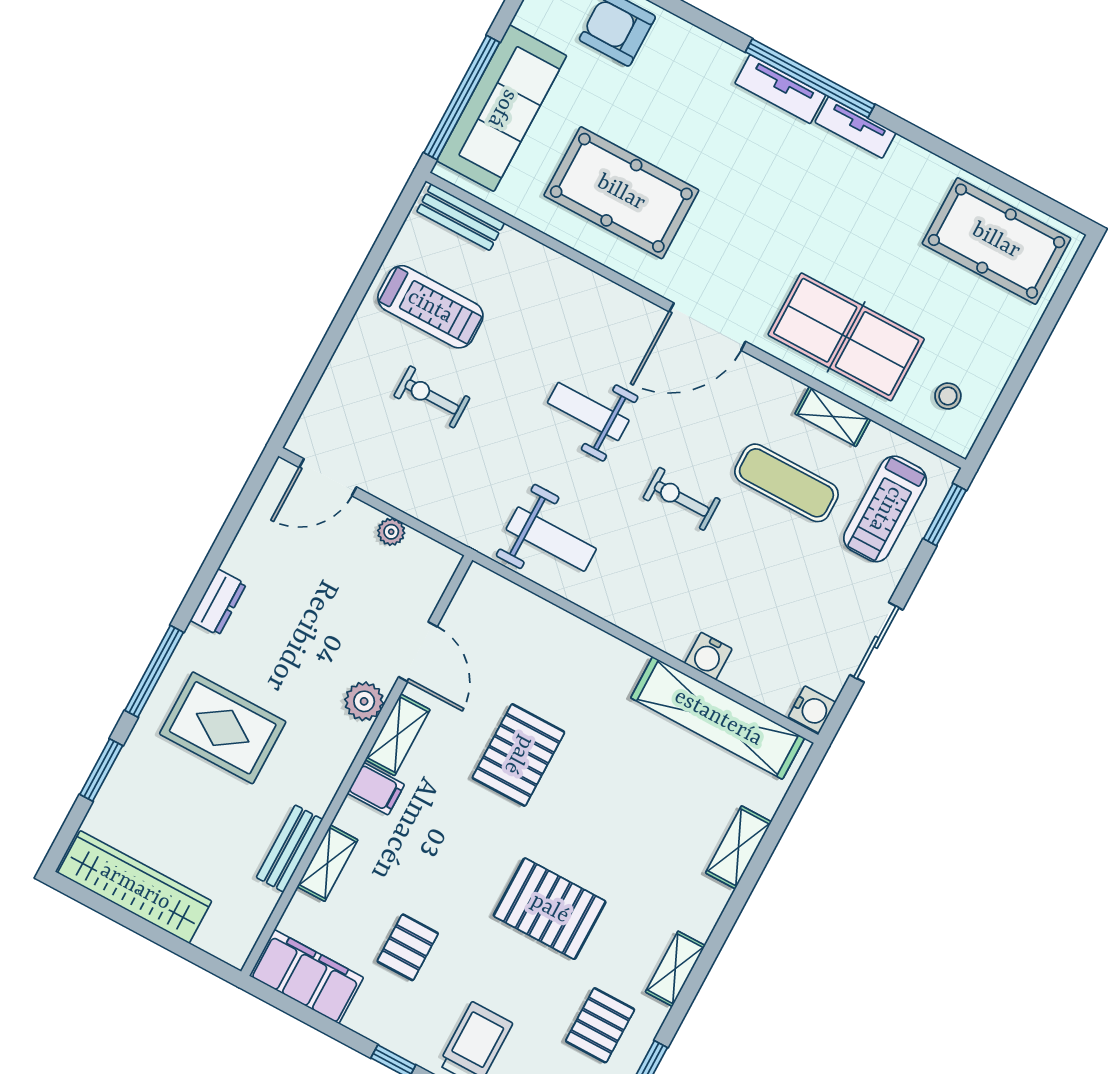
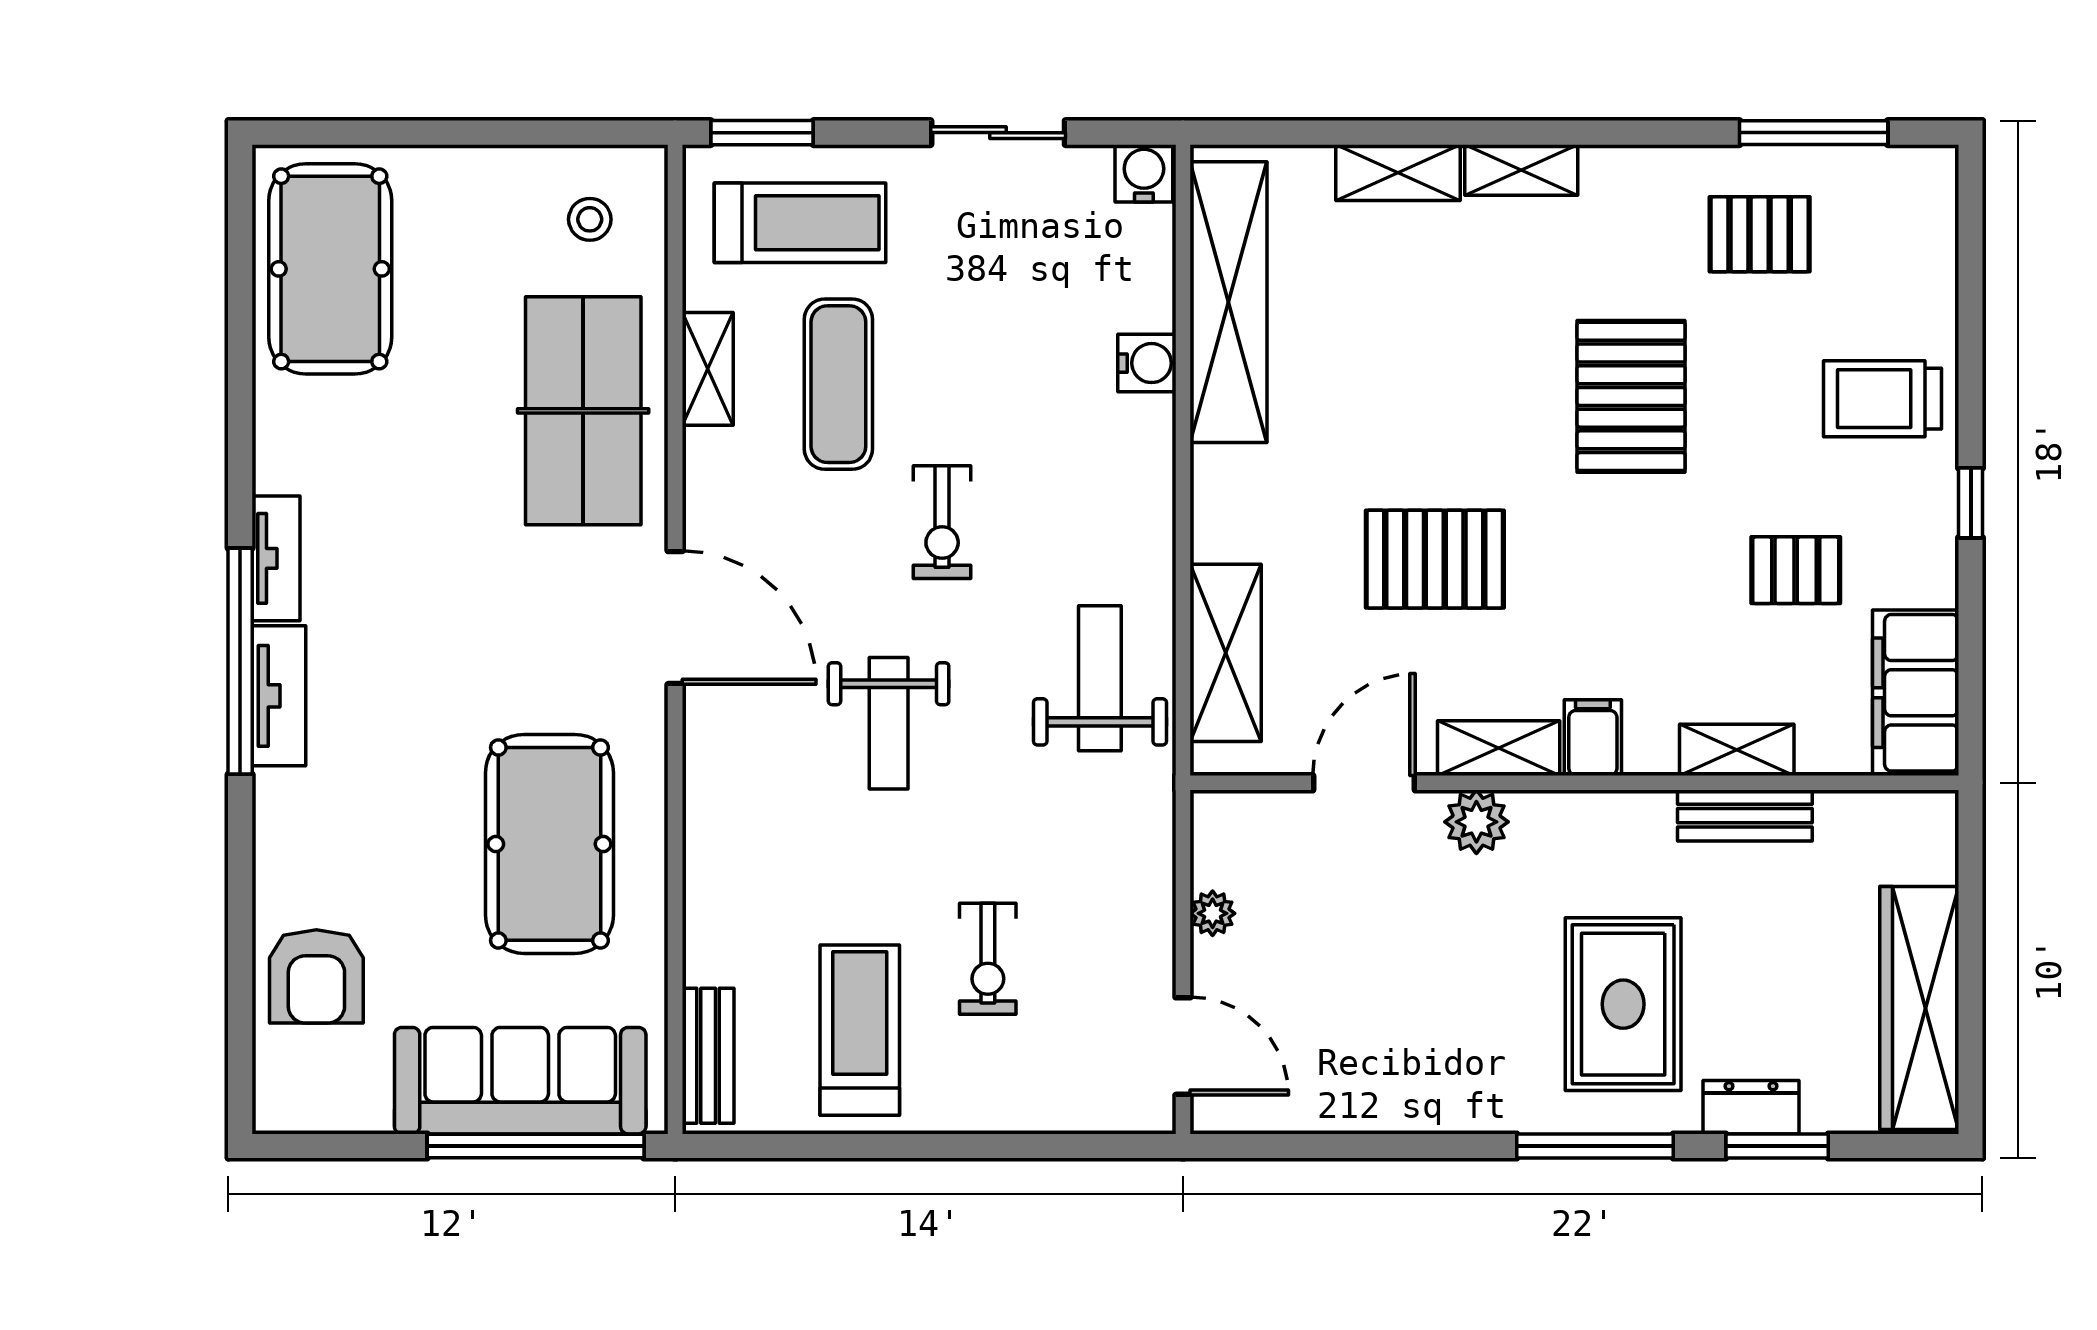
dresser: (218, 602) -> (1751, 1107), moved
shelving: (528, 615) -> (1226, 653), added
shelving: (675, 969) -> (1521, 170), moved

